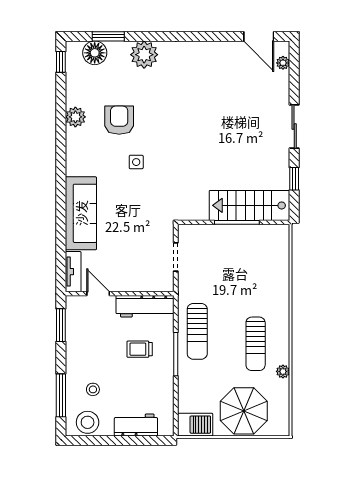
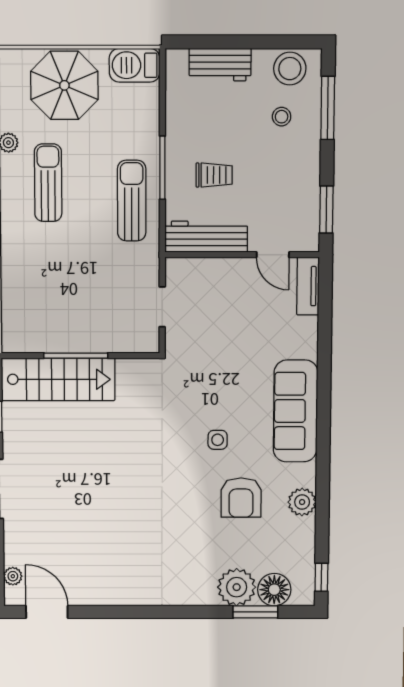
plant: (144, 55) -> (237, 587), moved
sofa: (81, 213) -> (296, 411), moved

